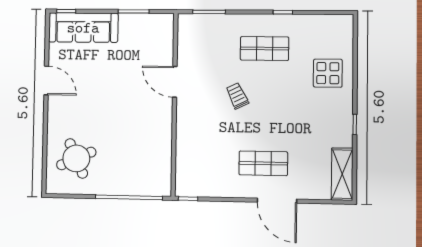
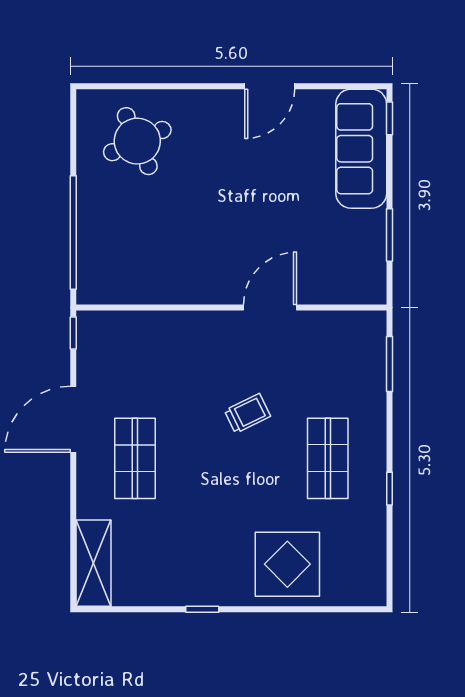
display table: (328, 73) -> (287, 564), width x1.36, depth x1.36
shelving: (342, 174) -> (93, 563), moved, turned 90
door: (277, 201) -> (73, 419), moved

